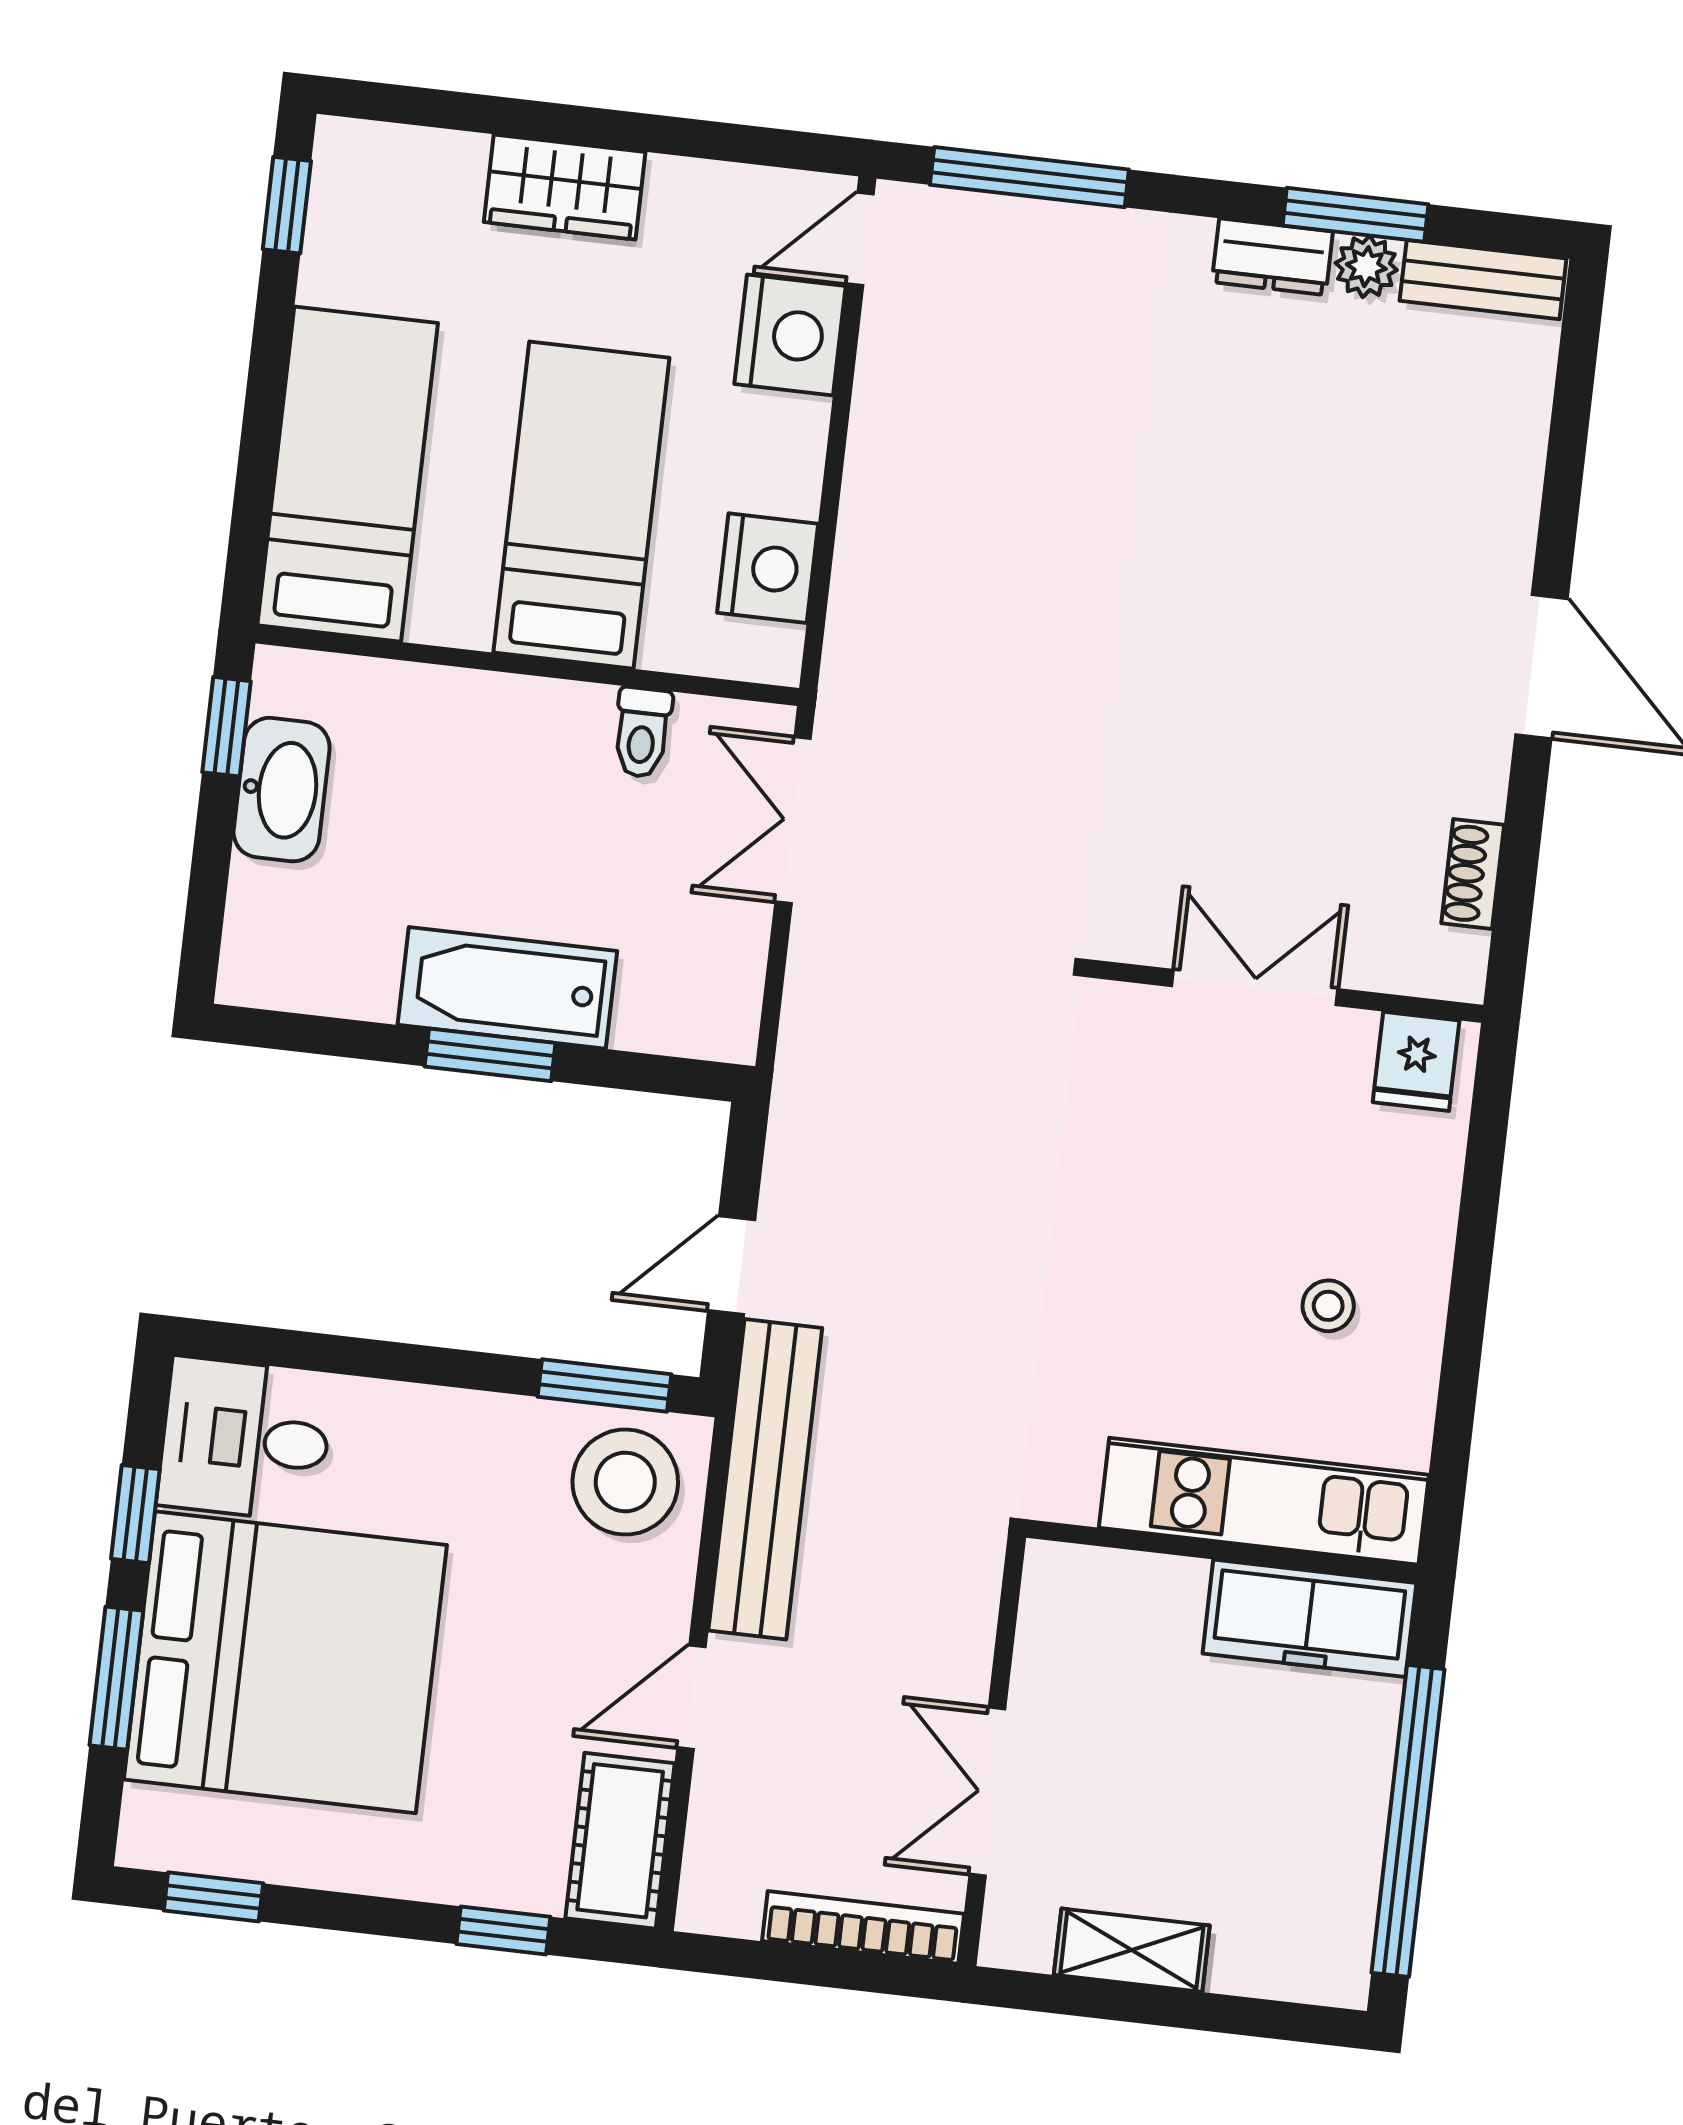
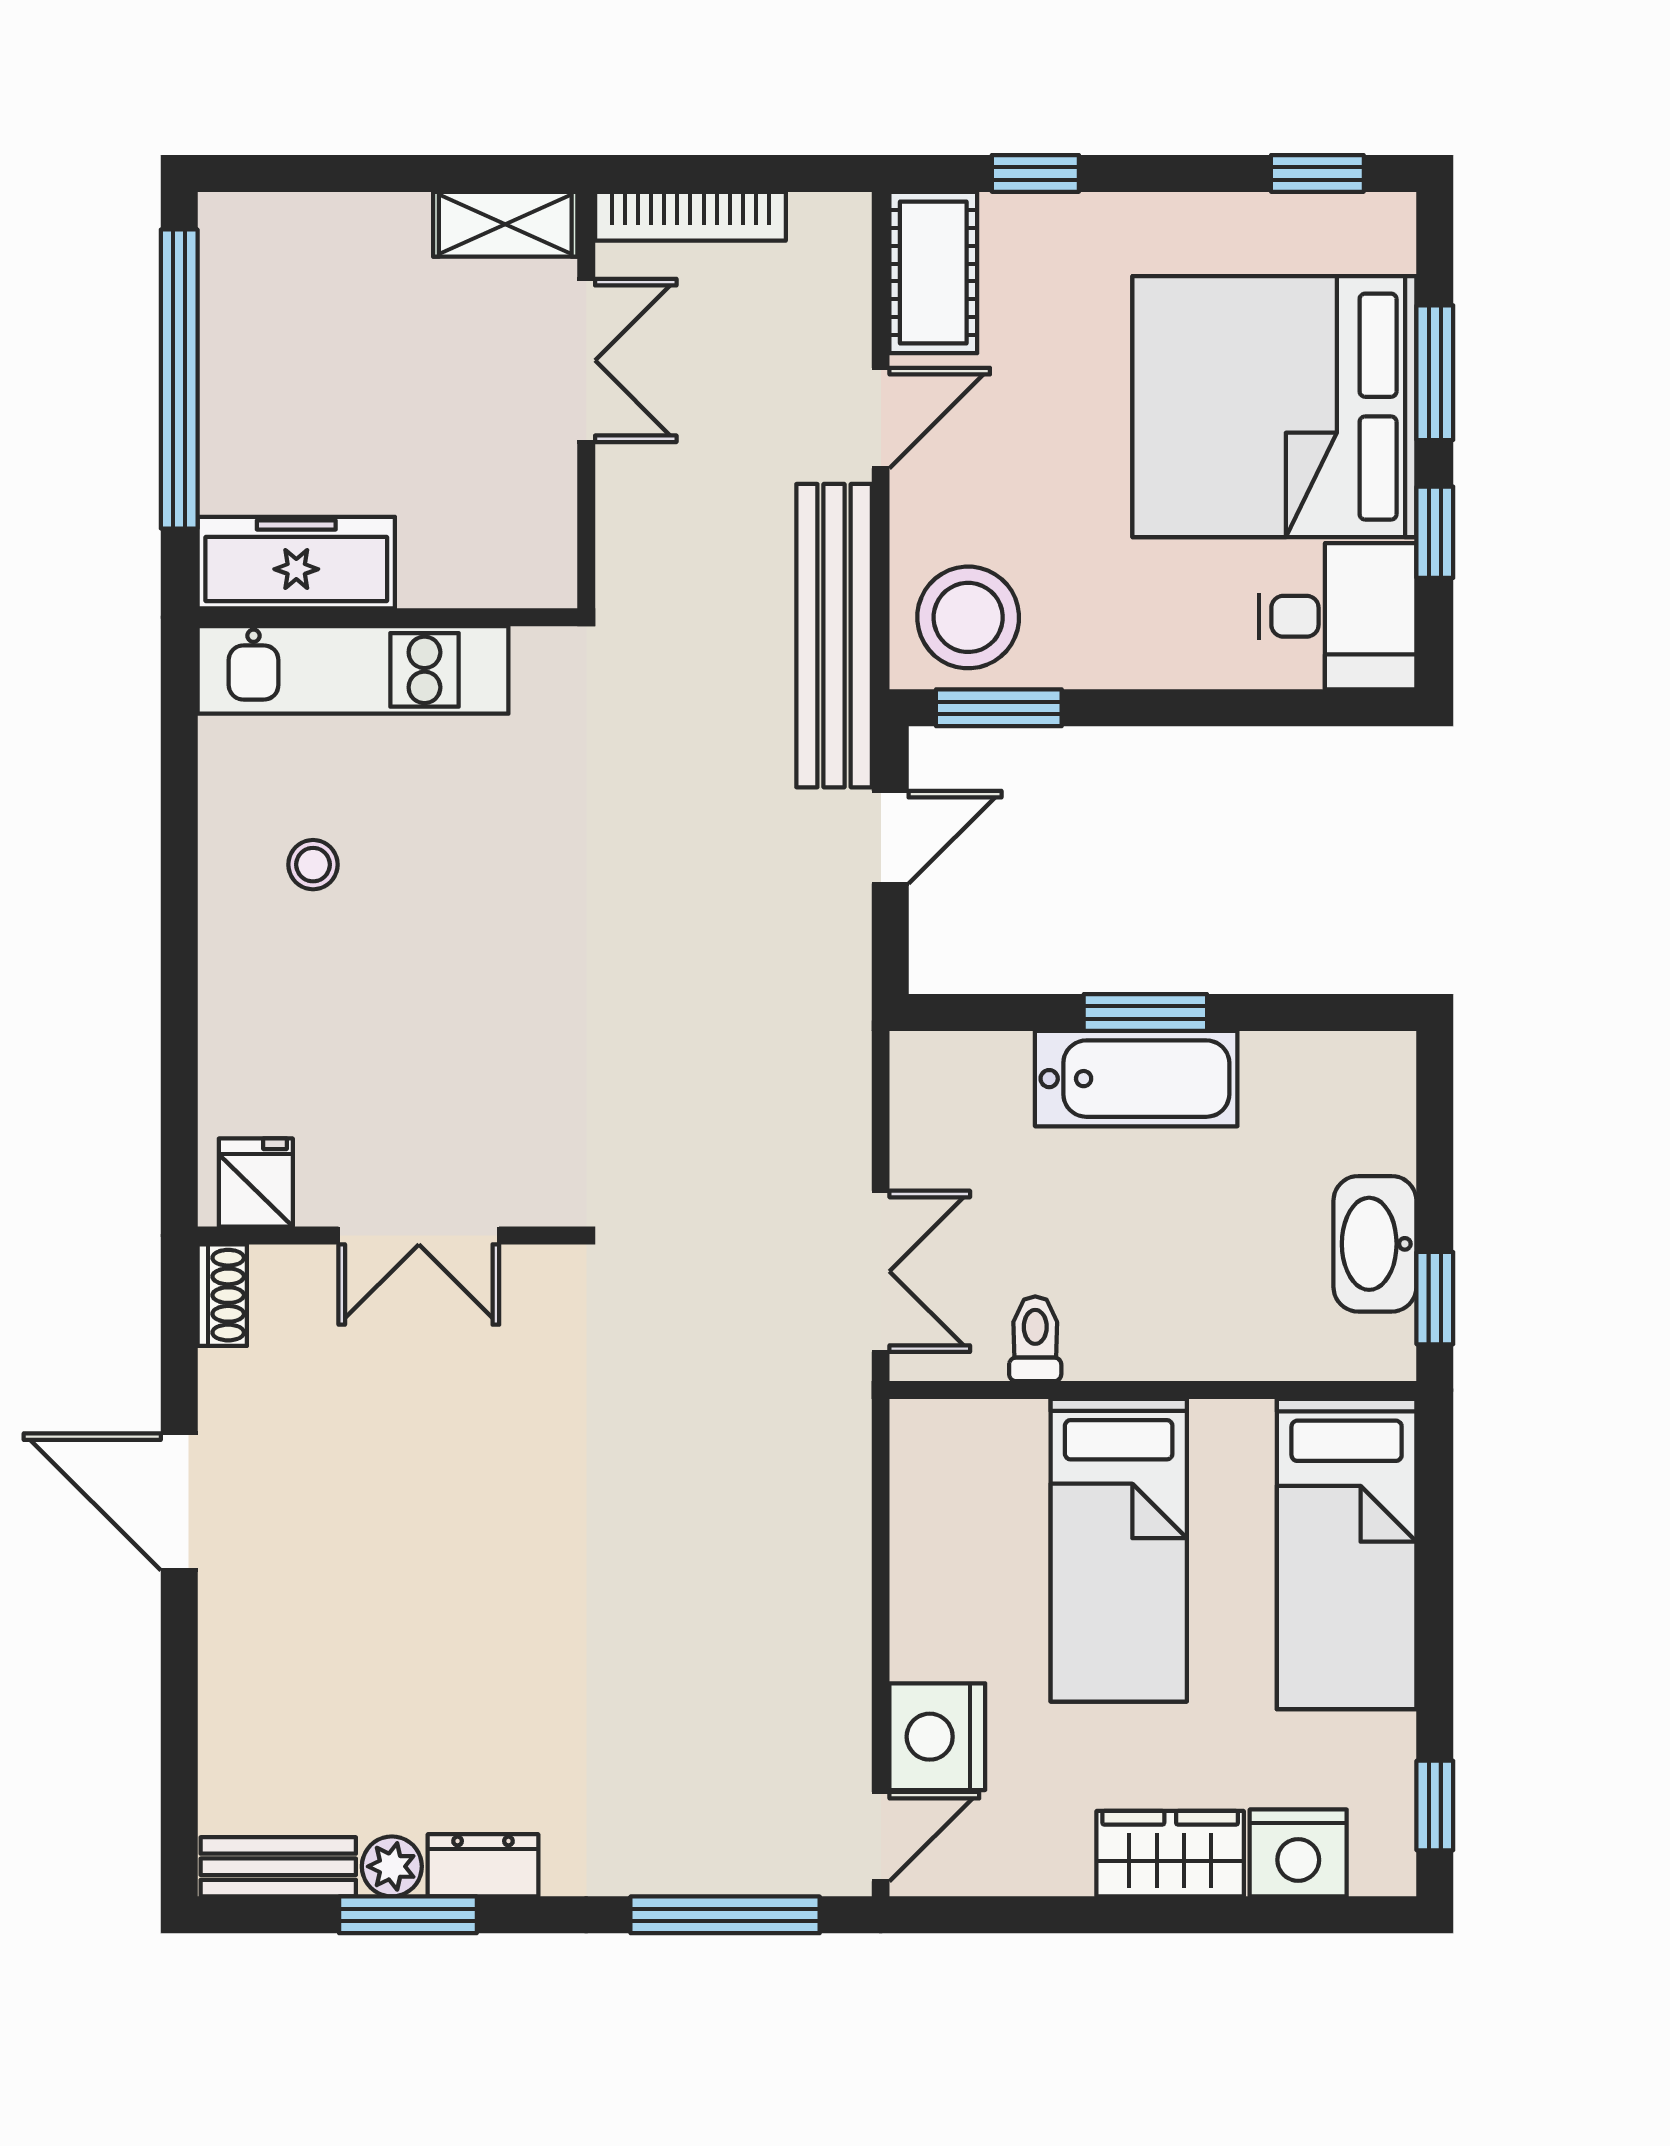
nightstand: (768, 568) -> (1298, 1853), moved, turned -90
double door: (1255, 988) -> (419, 1235), moved
wall: (1287, 991) -> (387, 1235), moved
fridge: (1416, 1061) -> (256, 1183), moved
shelving: (1132, 1950) -> (505, 224), moved

